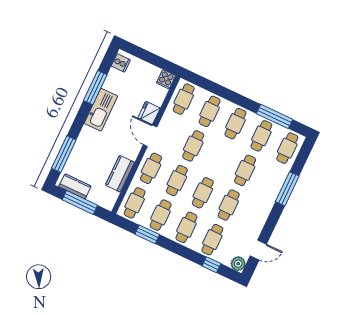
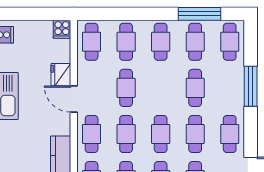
cafe table: (255, 217) -> (230, 134), added

